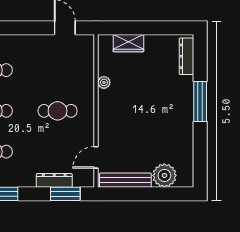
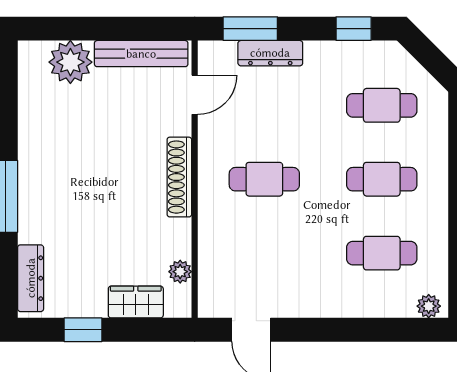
window: (158, 28) -> (83, 330), added
plant: (104, 82) -> (180, 272), moved
shoe rack: (104, 112) -> (179, 177), added

